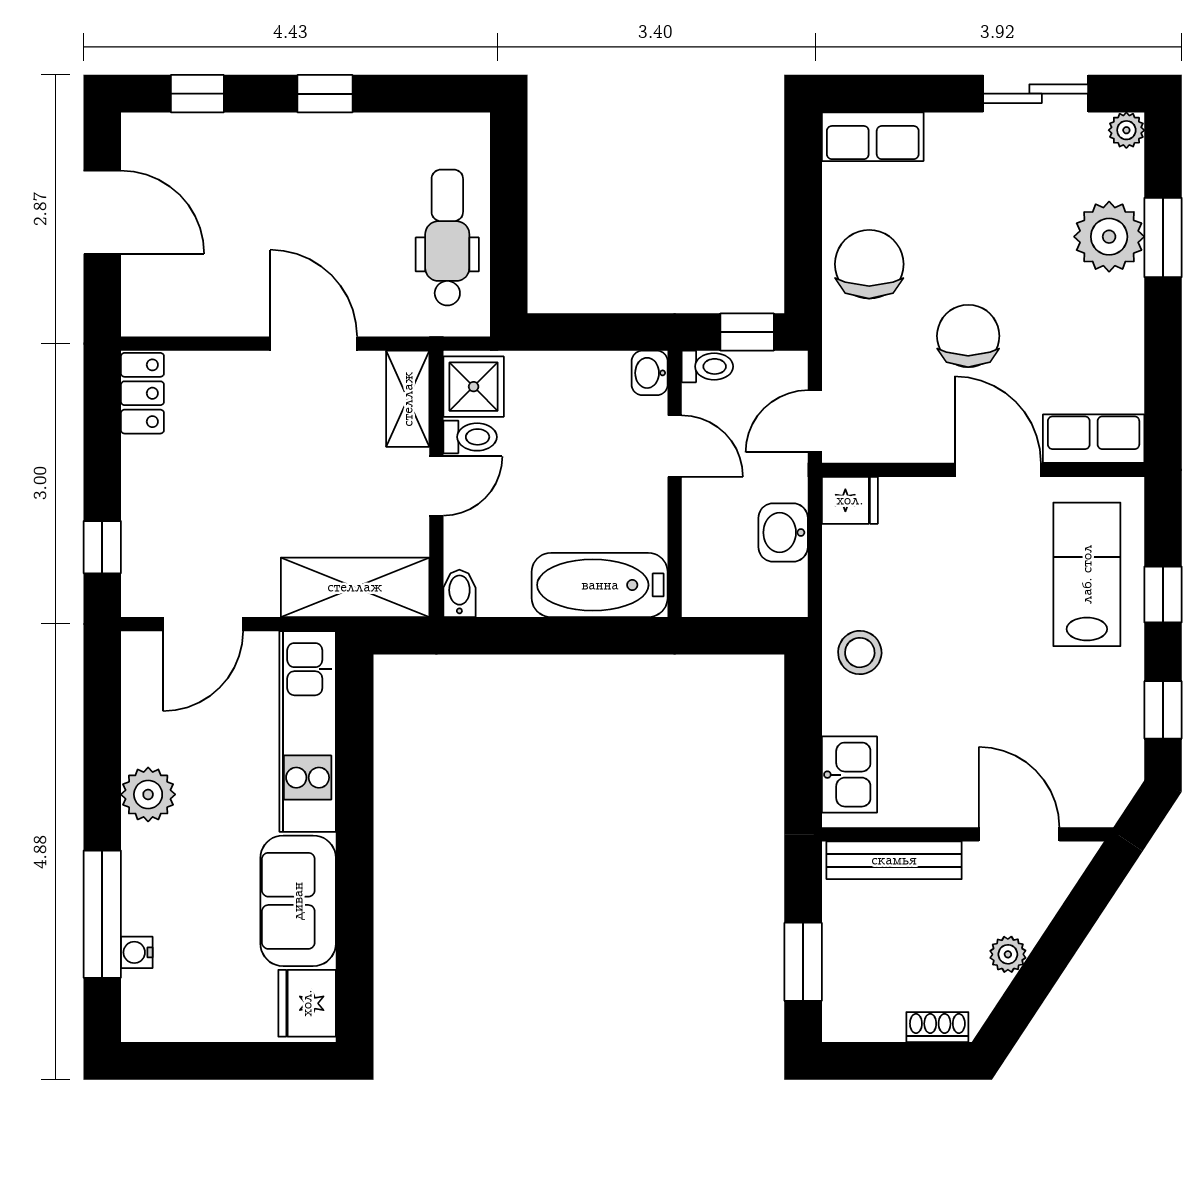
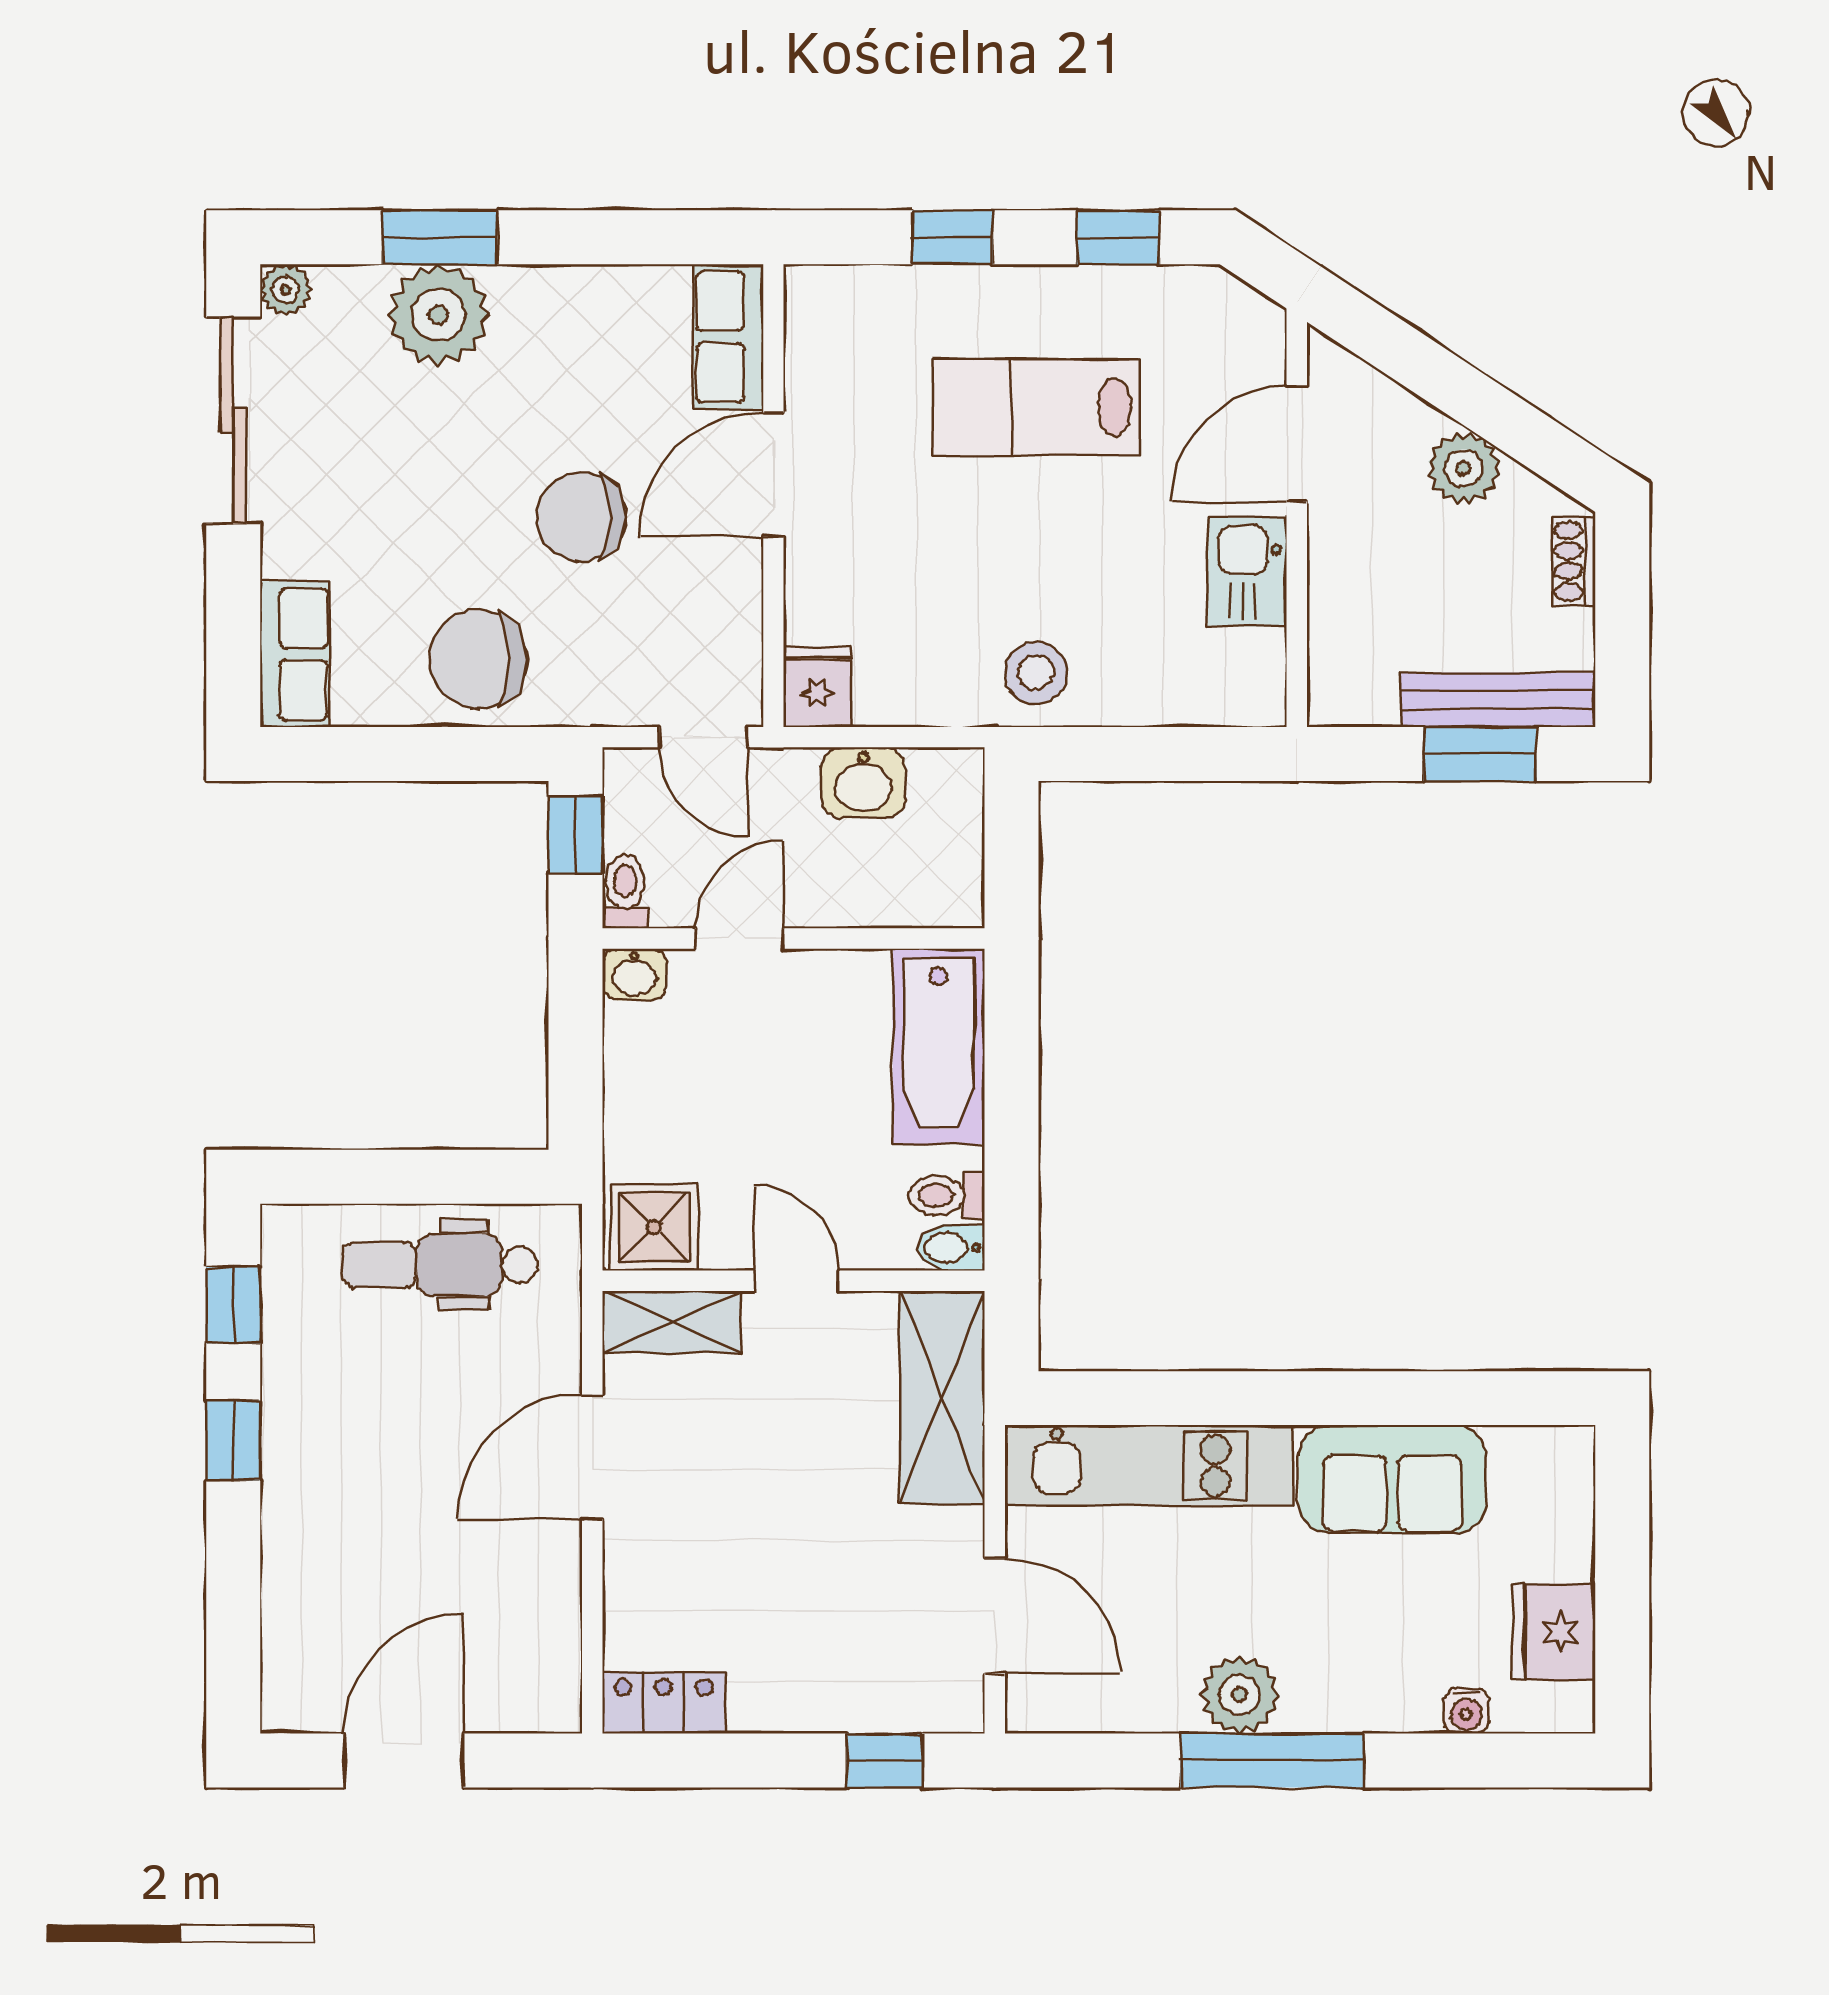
window: (197, 94) -> (233, 1305), moved
sliding door: (1036, 94) -> (233, 420), width x1.37
toilet: (470, 437) -> (946, 1195), moved, turned -90
lab bench: (1087, 574) -> (1036, 407), moved
kitchen sink: (849, 775) -> (1247, 572), moved, turned -90
bench: (894, 860) -> (1498, 700), moved, turned 90
window: (102, 914) -> (1272, 1760), moved
plant: (1008, 954) -> (1464, 468), width x1.38, depth x1.38
fridge: (307, 1003) -> (1554, 1632), moved, turned 90

